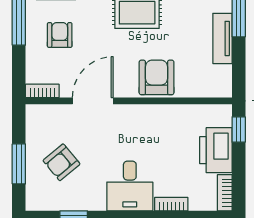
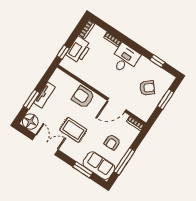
armchair: (157, 77) -> (83, 97), turned 90

